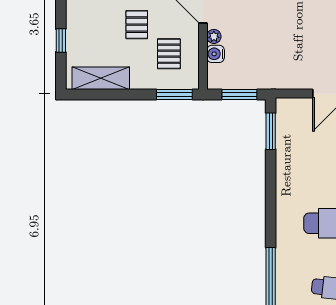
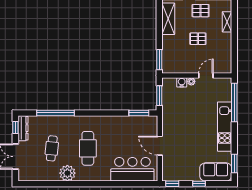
pallet: (169, 54) -> (201, 11), moved

